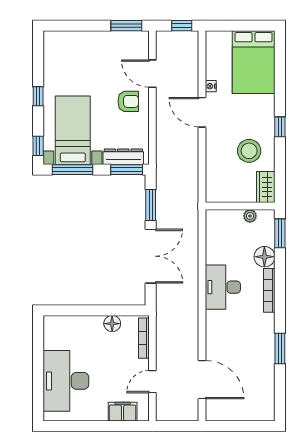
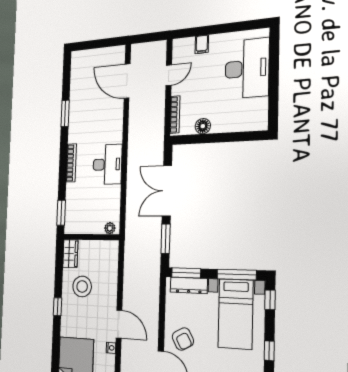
armchair: (128, 101) -> (183, 339), turned -119
plant: (250, 216) -> (110, 228), moved
floor lamp: (264, 257) -> (74, 192), removed
filing cabinet: (123, 412) -> (202, 44), width x0.50

